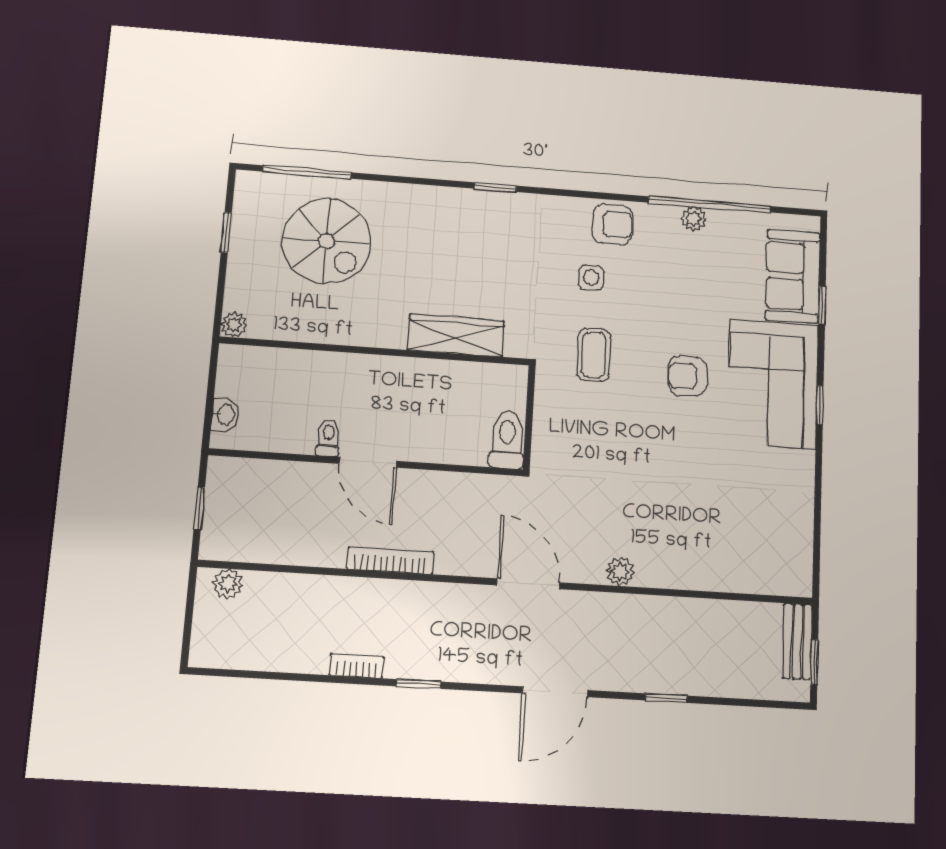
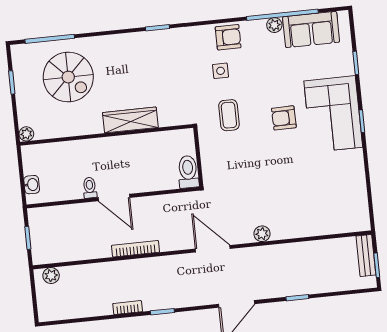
sofa: (793, 276) -> (311, 29), moved, turned -90
wardrobe: (456, 335) -> (130, 120), moved

